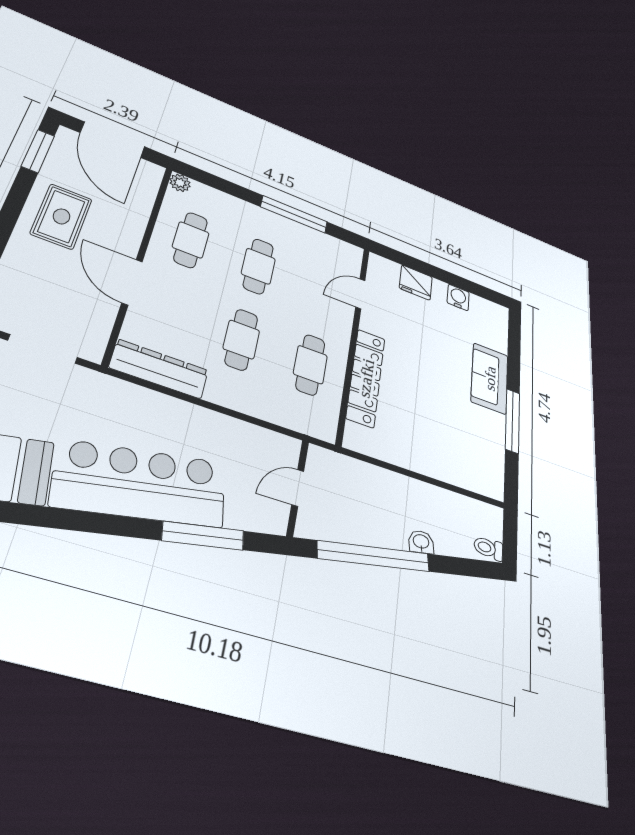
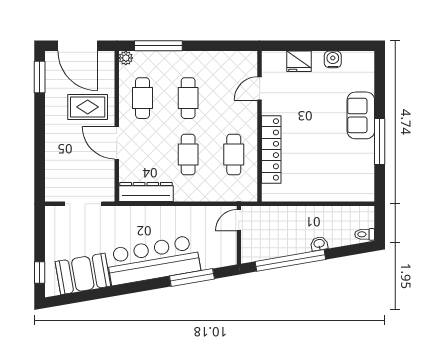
window: (294, 214) -> (158, 46), moved
rug: (61, 216) -> (88, 107), moved, turned 90
door: (298, 488) -> (239, 220), moved

